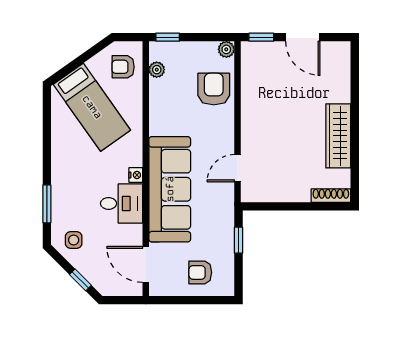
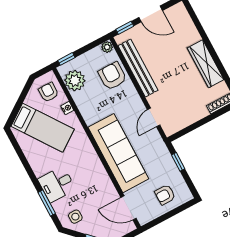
armchair: (123, 67) -> (49, 92), turned 90
plant: (157, 70) -> (75, 81), width x1.88, depth x1.88
bench: (251, 96) -> (138, 68), added
nightstand: (136, 175) -> (67, 108), moved
desk: (122, 203) -> (57, 184), moved, turned 180

